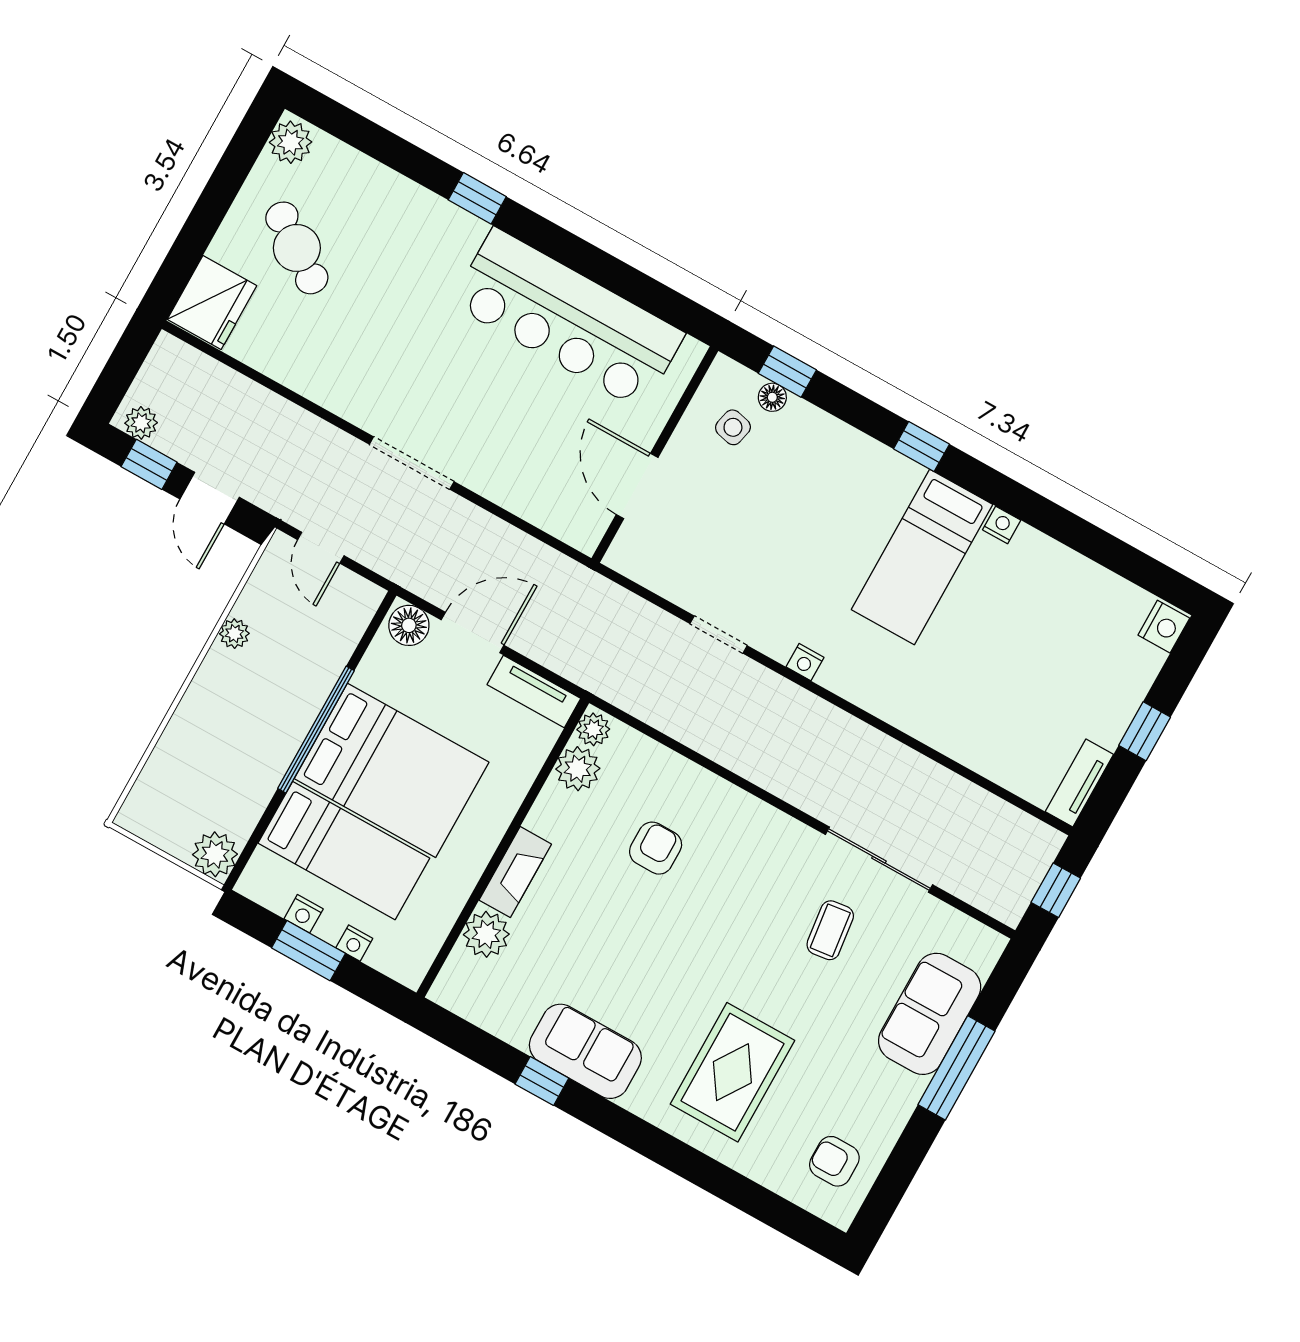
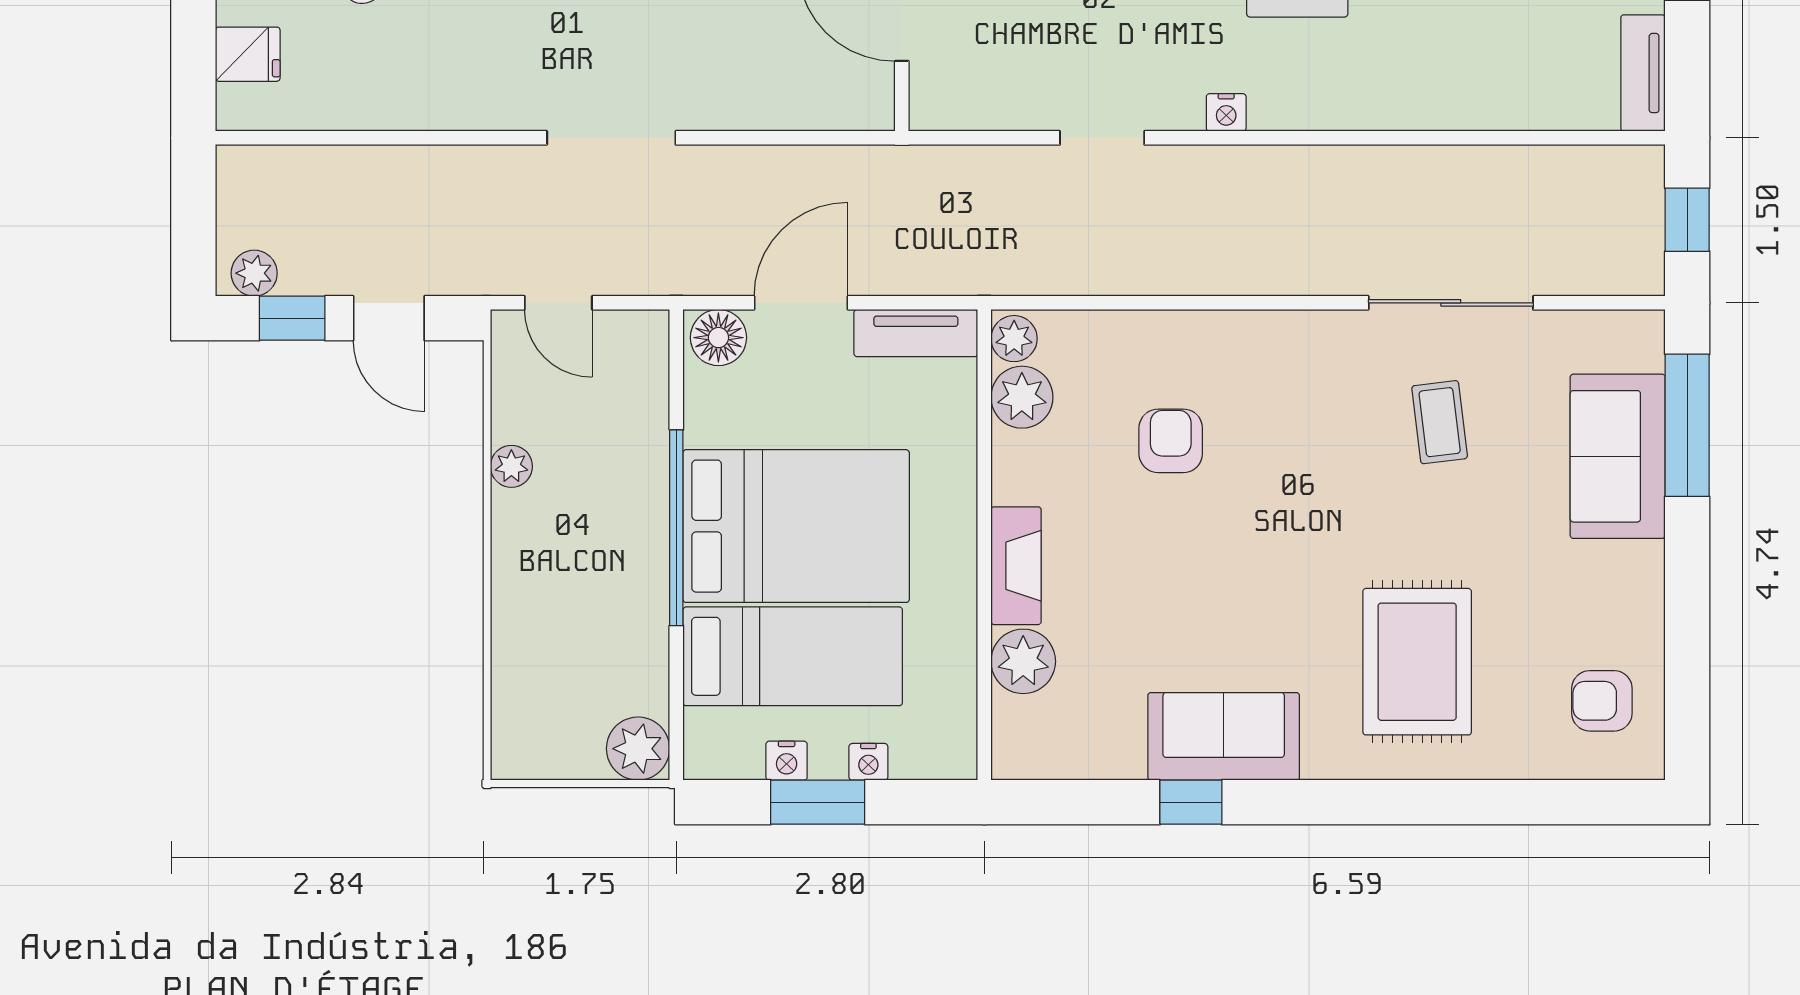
fridge: (212, 303) -> (248, 54), width x0.53, depth x0.75
window: (956, 1068) -> (1687, 425), moved

